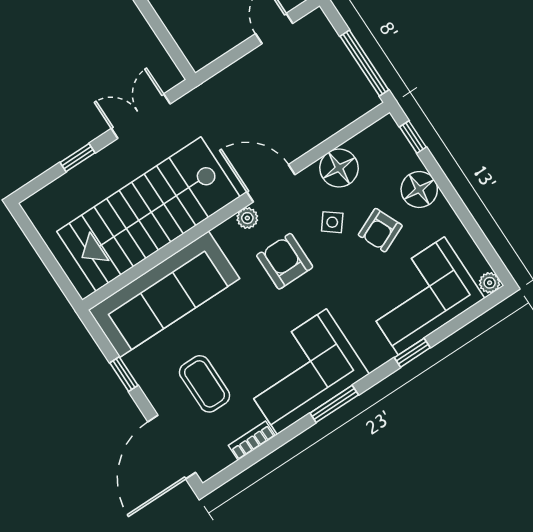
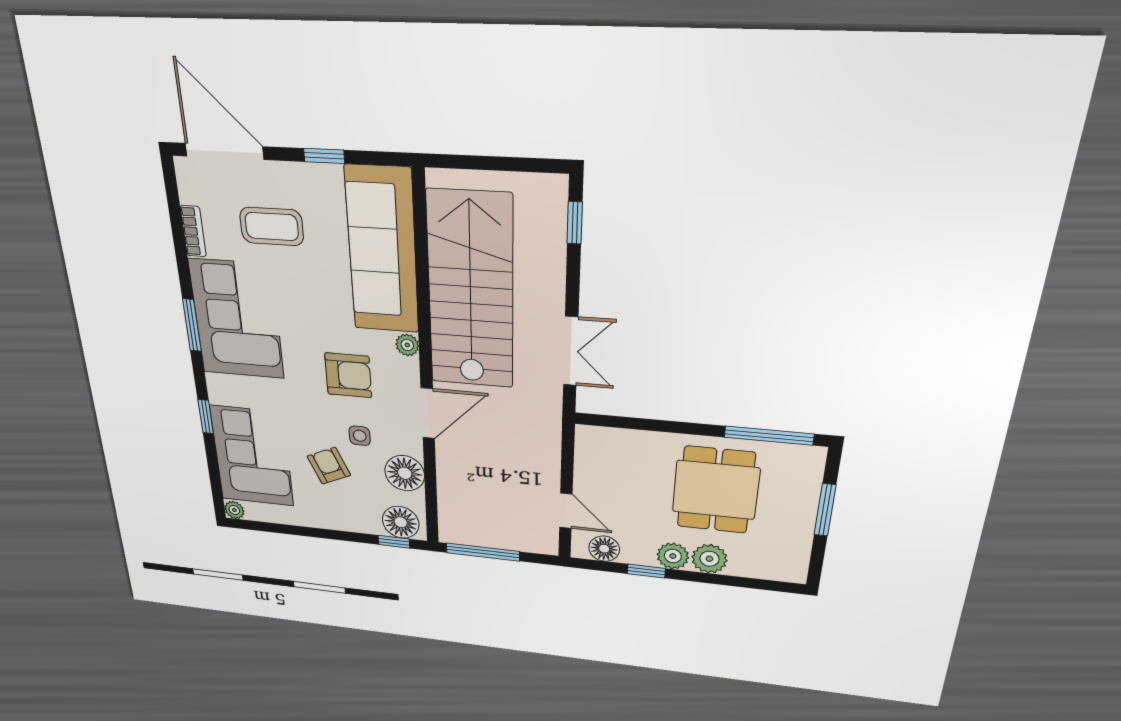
window: (78, 158) -> (575, 223), moved
floor lamp: (419, 190) -> (401, 522), moved
plant: (247, 218) -> (407, 345), moved
side table: (332, 222) -> (360, 436), turned -38

